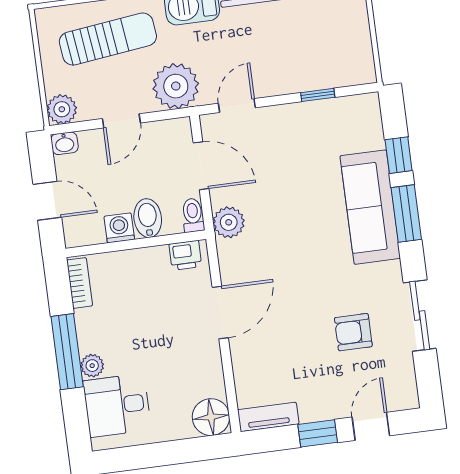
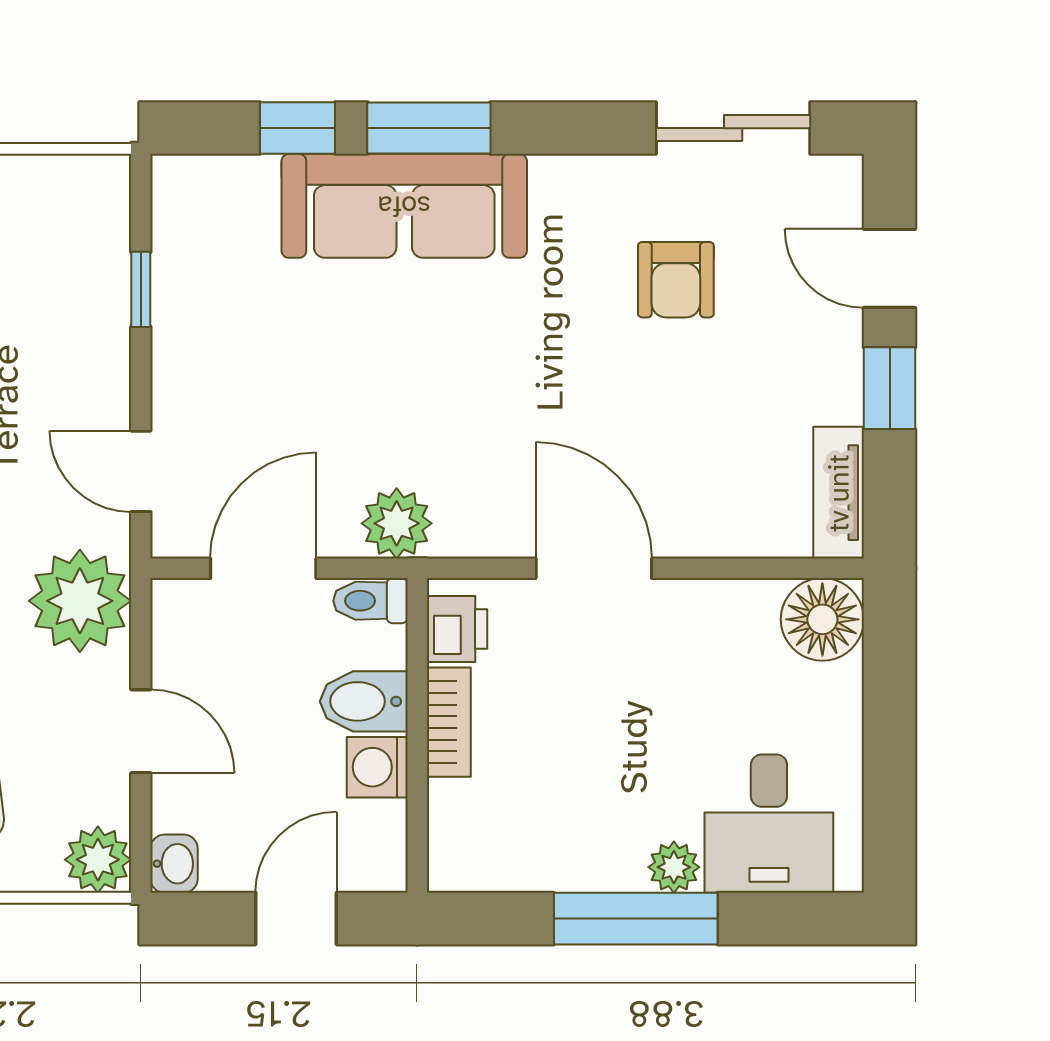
bookcase: (80, 283) -> (449, 722), moved, turned 90
sliding door: (420, 315) -> (733, 128), moved

